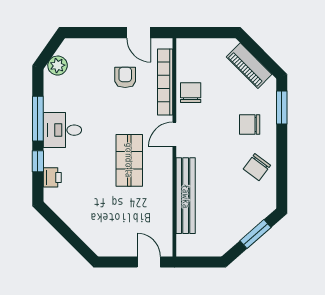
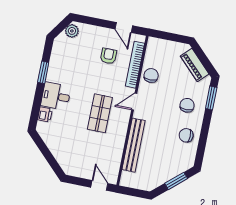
plant: (58, 66) -> (72, 31), moved
window: (38, 119) -> (43, 72), width x0.69
chair: (250, 124) -> (187, 105), turned 90
desk: (62, 130) -> (56, 96), moved
window: (38, 161) -> (37, 101), removed
chair: (257, 167) -> (186, 135), turned 53

